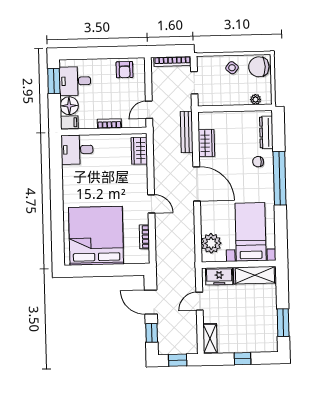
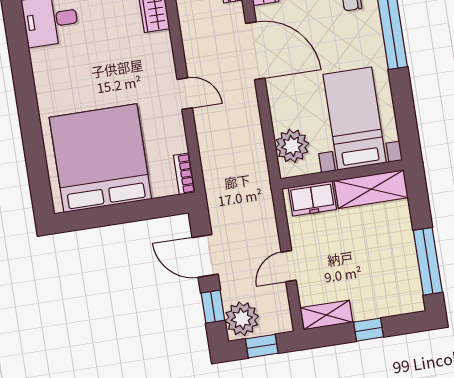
bookcase: (144, 237) -> (184, 174), moved
door: (200, 301) -> (289, 266), moved
window: (283, 323) -> (428, 261), width x1.44
shelving: (210, 339) -> (326, 315), moved, turned 90
plant: (168, 342) -> (242, 319), added

